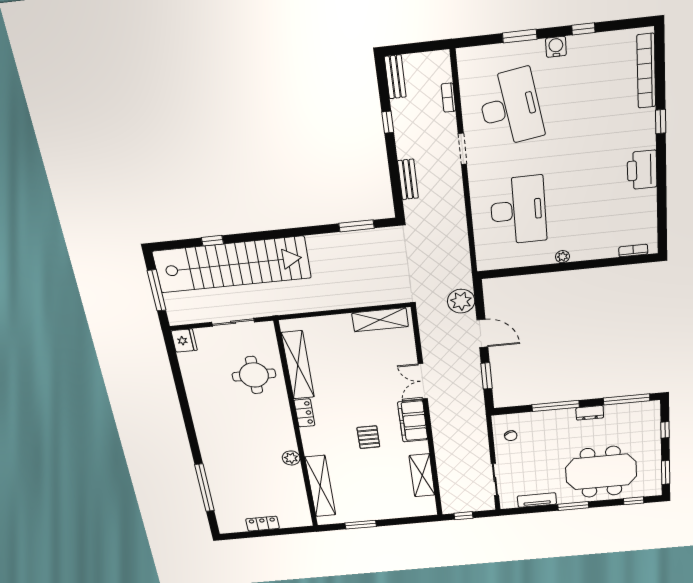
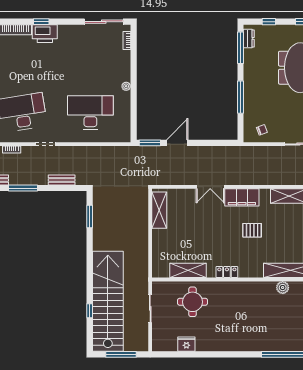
window: (388, 122) -> (23, 188), width x2.17
printer: (642, 170) -> (45, 34), moved
sliding door: (662, 215) -> (104, 22), added
plant: (461, 301) -> (151, 155), removed
fridge: (184, 341) -> (186, 344), moved
shelving: (298, 365) -> (188, 270), width x0.68
window: (486, 376) -> (150, 143), moved
dresser: (590, 413) -> (249, 38), moved
plant: (291, 458) -> (283, 288), moved

